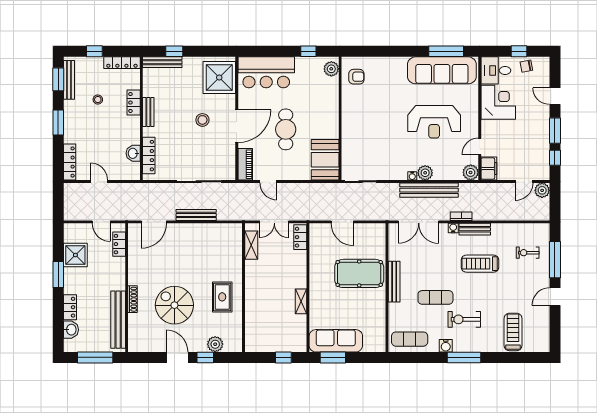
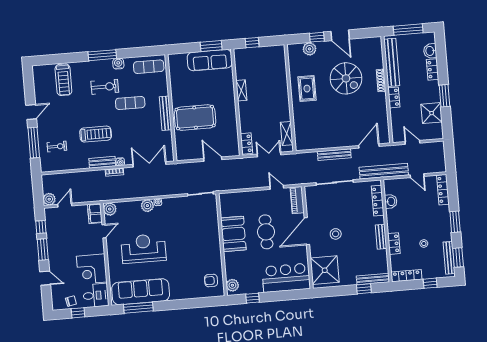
booth: (325, 160) -> (233, 234), moved
bench: (429, 190) -> (384, 171), moved
locker: (119, 244) -> (394, 97), moved

